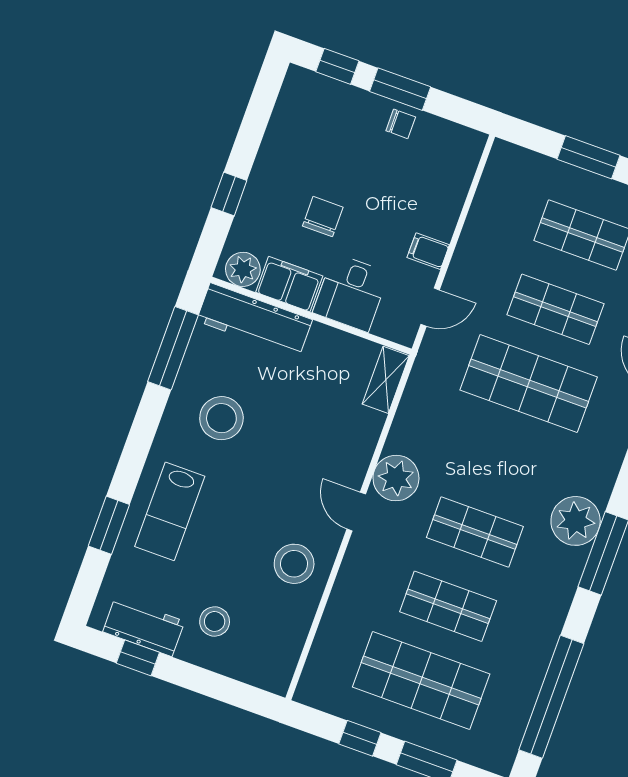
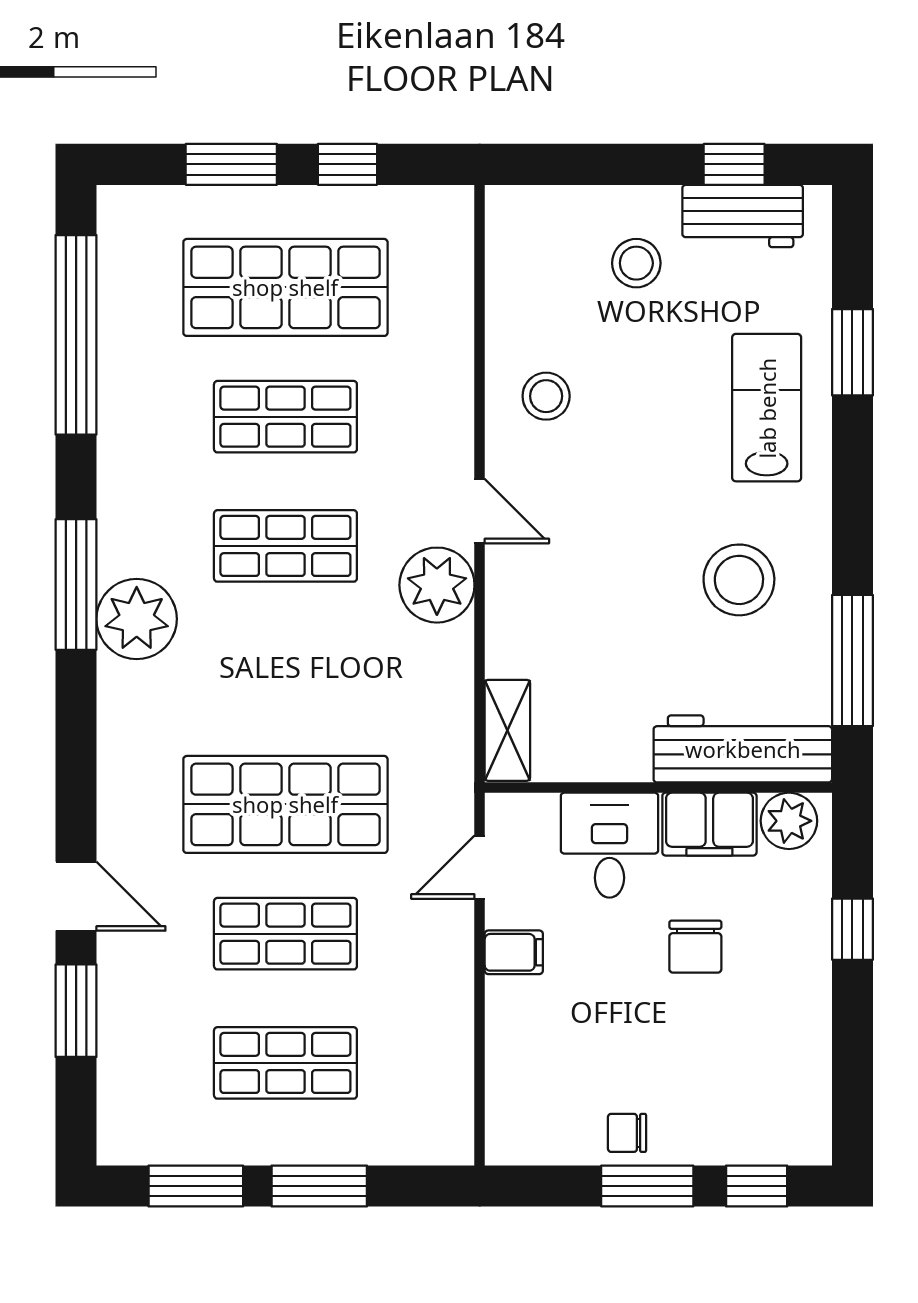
stool: (294, 564) -> (546, 396), width x0.73, depth x0.73

